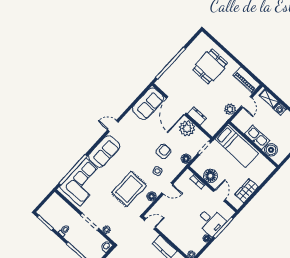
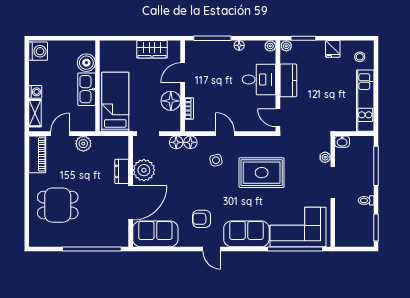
armchair: (163, 152) -> (202, 219), moved
floor lamp: (152, 196) -> (190, 142), moved
desk: (211, 221) -> (259, 79), moved, turned 90

